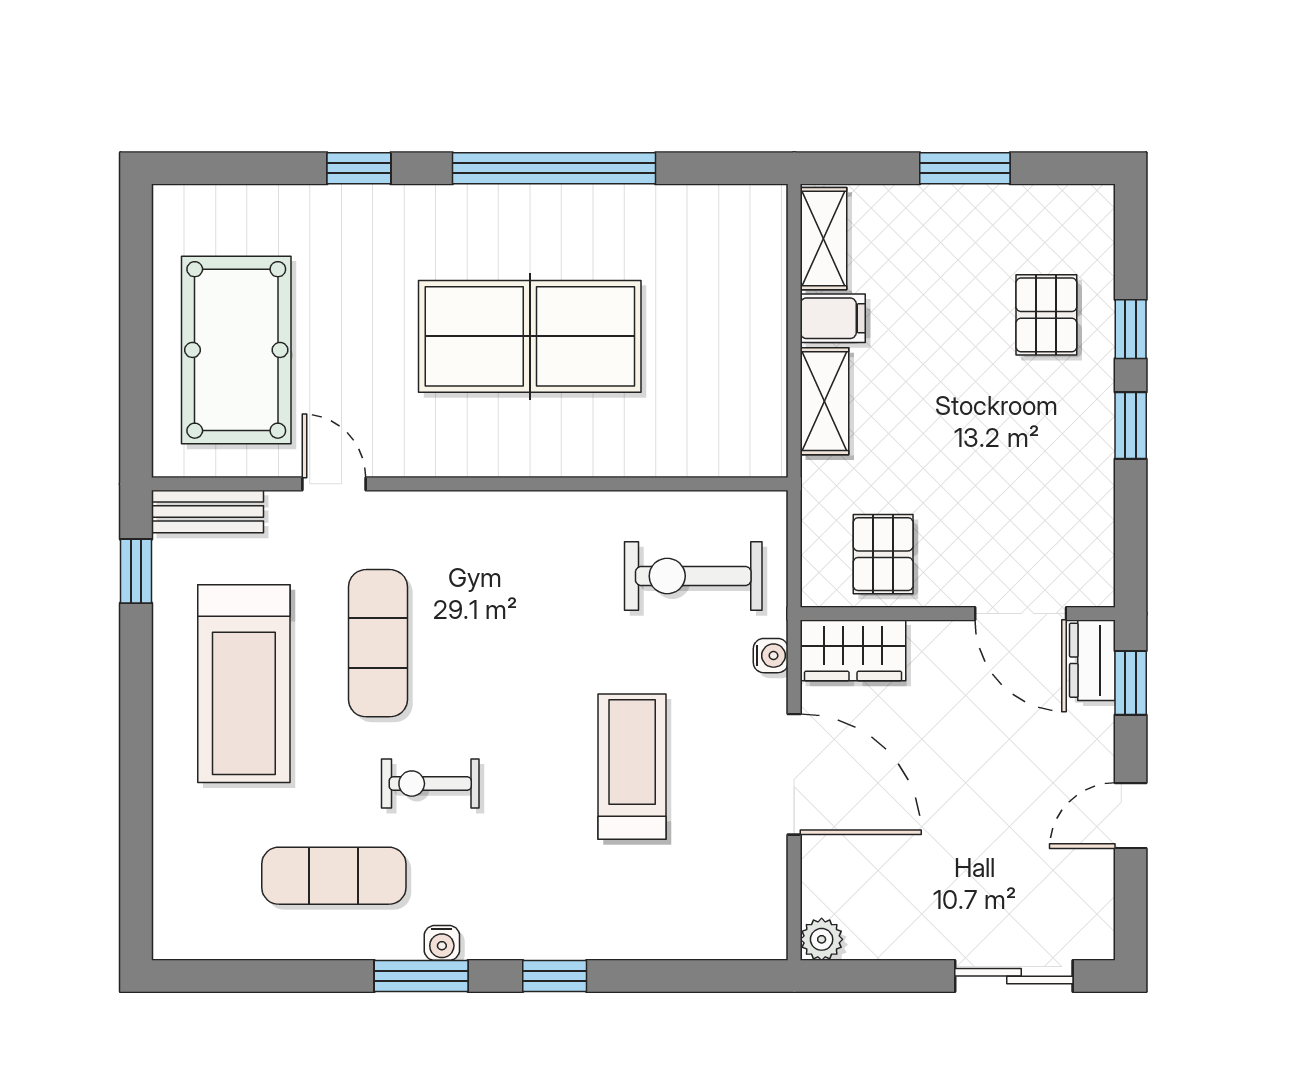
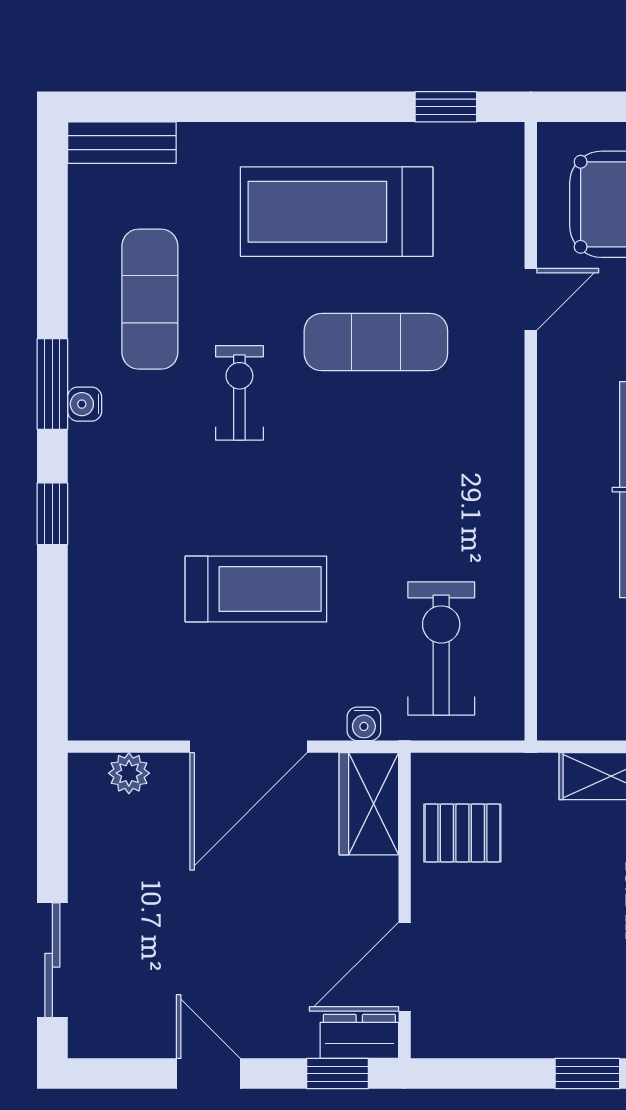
bench: (207, 511) -> (122, 143), moved, turned 90
plant: (822, 939) -> (129, 773), moved

